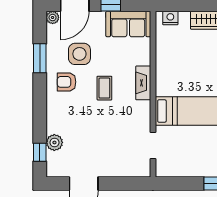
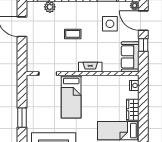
armchair: (67, 82) -> (91, 15), removed
coffee table: (104, 88) -> (73, 34), moved

